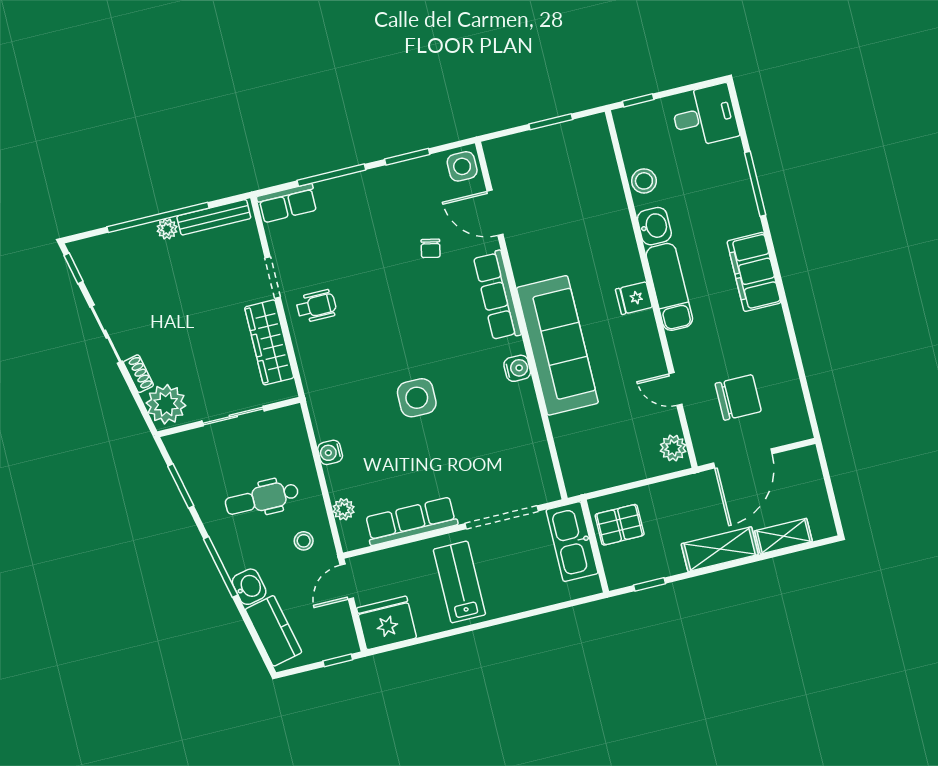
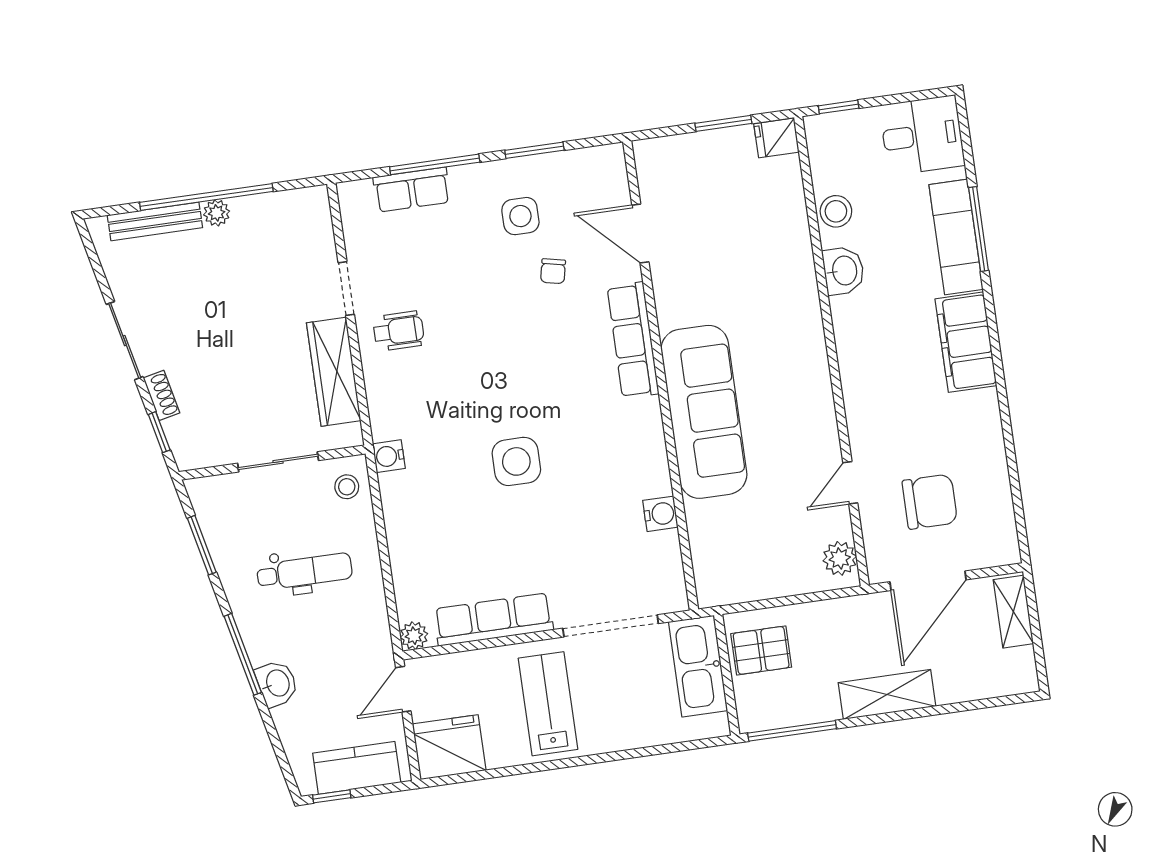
side table: (462, 166) -> (520, 216), moved
row of seats: (287, 203) -> (412, 190), moved
bench: (214, 217) -> (155, 221), moved
window: (74, 268) -> (159, 432), moved
exam couch: (669, 287) -> (956, 237), moved, turned 180
fridge: (634, 298) -> (776, 138), moved
water cooler: (517, 368) -> (660, 514), moved
door: (676, 389) -> (850, 483), hinge flipped
plant: (166, 404) -> (193, 438), removed
water cooler: (330, 452) -> (389, 456), moved
dental chair: (262, 499) -> (305, 572), turned 180
plant: (344, 509) -> (414, 636), moved
shelving: (783, 536) -> (1013, 612), moved, turned 90
stool: (304, 541) -> (347, 487), moved
window: (649, 584) -> (792, 731), width x2.17
kitchen counter: (273, 631) -> (357, 768), moved, turned -77
window: (338, 660) -> (332, 796), moved

